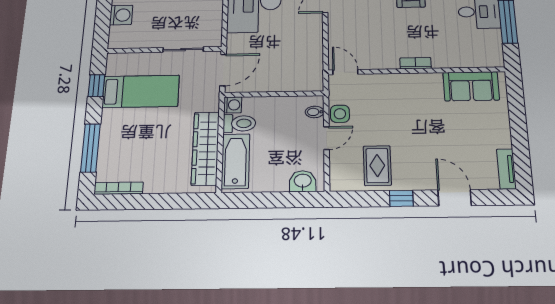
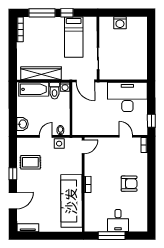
window: (96, 86) -> (67, 13), moved
sofa: (471, 86) -> (71, 201), width x1.85, depth x1.27
door: (326, 138) -> (46, 136), swing flipped

